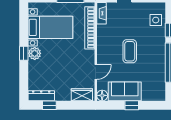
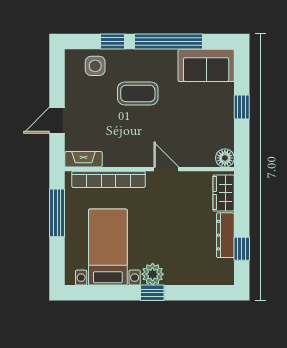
coffee table: (130, 51) -> (138, 93), moved
door: (96, 72) -> (166, 169), moved
sofa: (125, 91) -> (206, 65), moved, turned -90
dresser: (41, 96) -> (225, 235), moved

